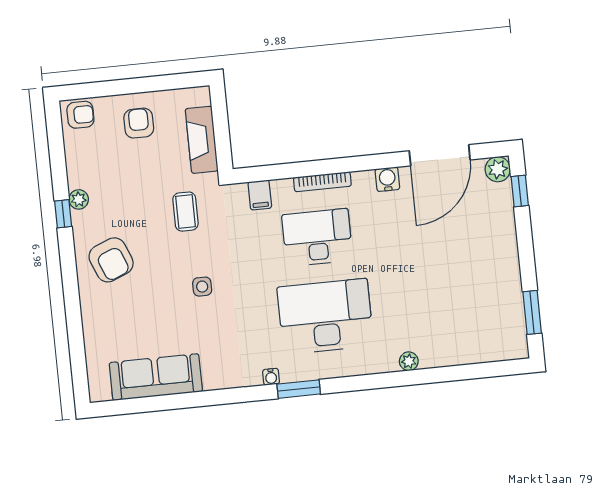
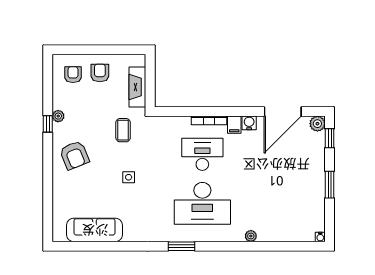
armchair: (80, 115) -> (73, 75), moved, turned -90
filing cabinet: (260, 195) -> (234, 125), moved
window: (532, 312) -> (330, 185), moved
desk: (325, 317) -> (202, 203), turned 180
water cooler: (271, 377) -> (320, 237), moved

